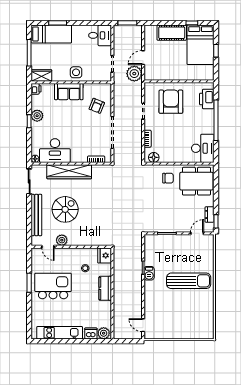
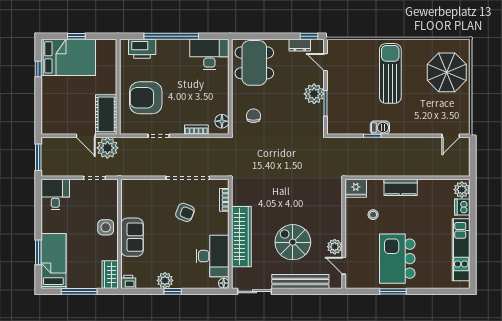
cot: (172, 33) -> (106, 114), moved
armchair: (97, 106) -> (185, 212), moved
chair: (168, 178) -> (253, 116), moved
plant: (174, 225) -> (314, 94), added
door: (48, 247) -> (344, 266), swing flipped
parasol: (190, 322) -> (447, 72), added

